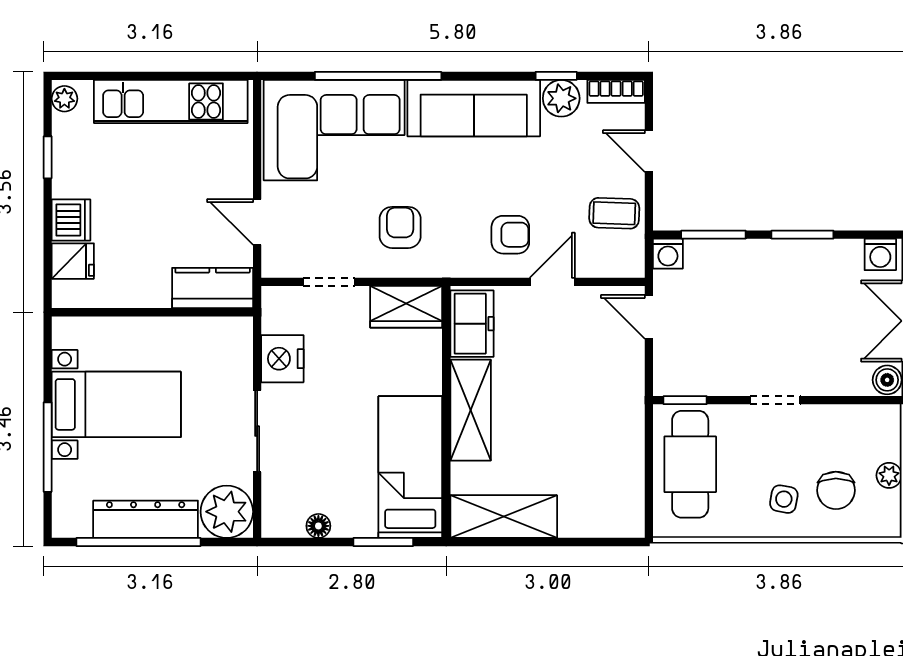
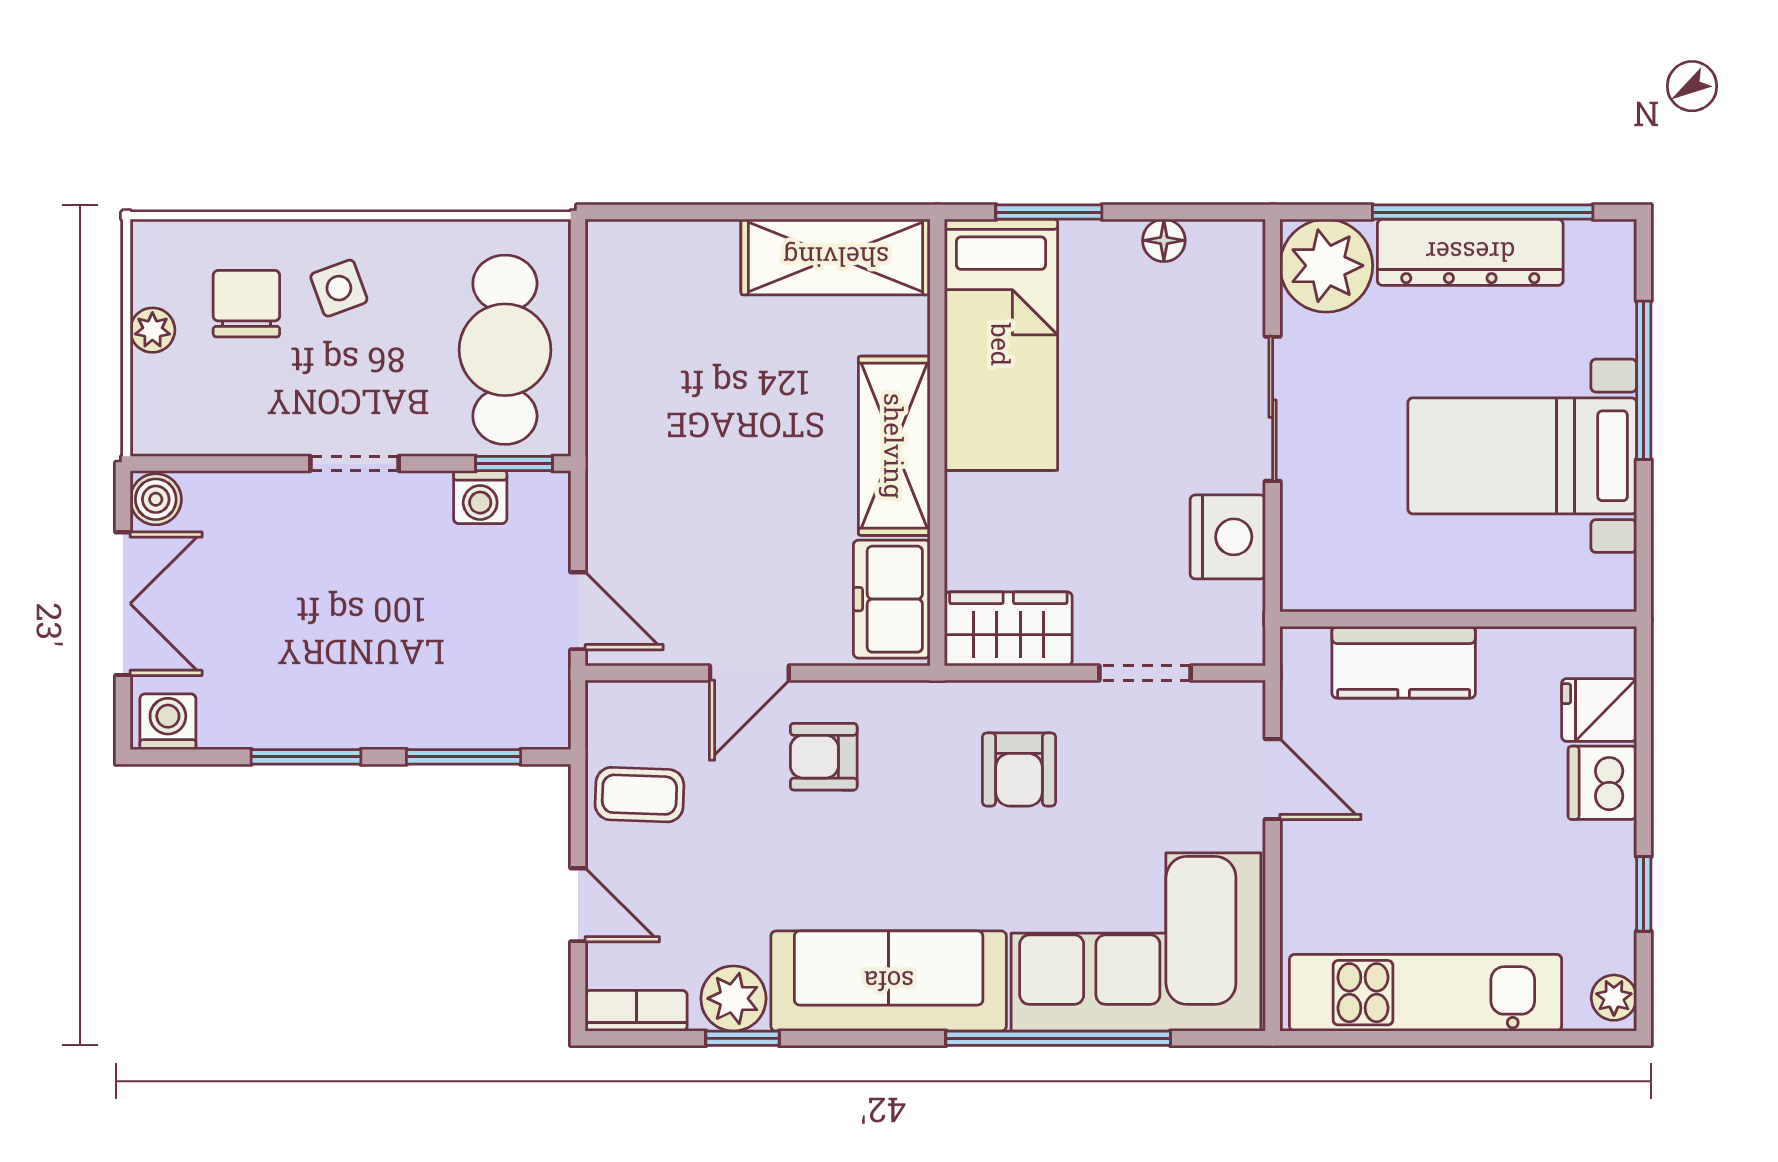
washing machine: (668, 254) -> (480, 497), moved, turned 180
kitchen counter: (213, 288) -> (1404, 662), moved
side table: (784, 499) -> (339, 288), turned -30

